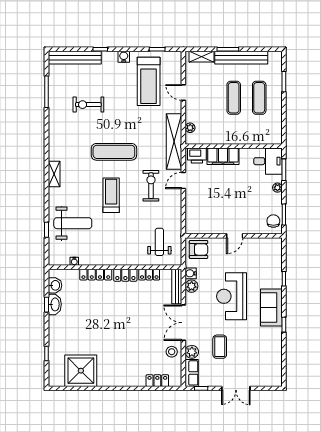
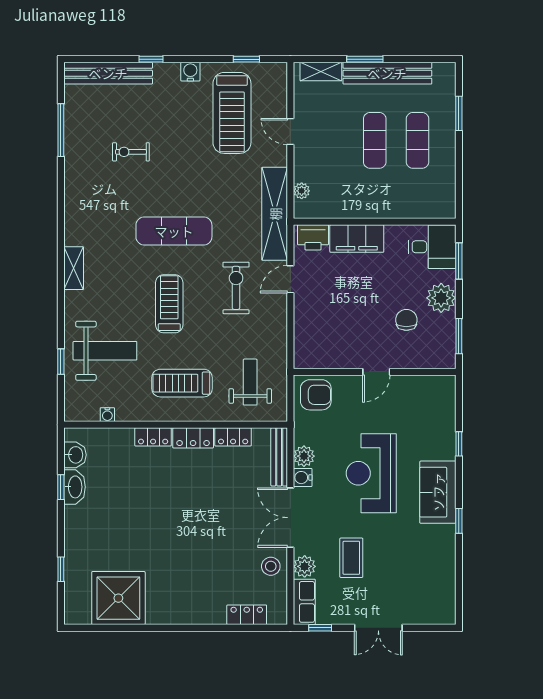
exercise bike: (88, 105) -> (131, 152), width x0.73, depth x0.72
plant: (277, 188) -> (441, 298), width x1.88, depth x1.88
chair: (273, 221) -> (406, 320), moved
treadmill: (119, 242) -> (182, 383), added
water cooler: (191, 273) -> (303, 478), moved
locker: (96, 275) -> (153, 437), width x0.66

